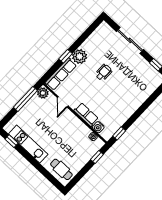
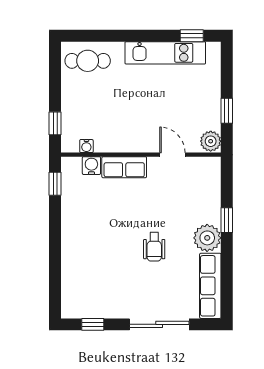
row of seats: (61, 74) -> (210, 286), moved
window: (25, 99) -> (227, 111), width x0.46

